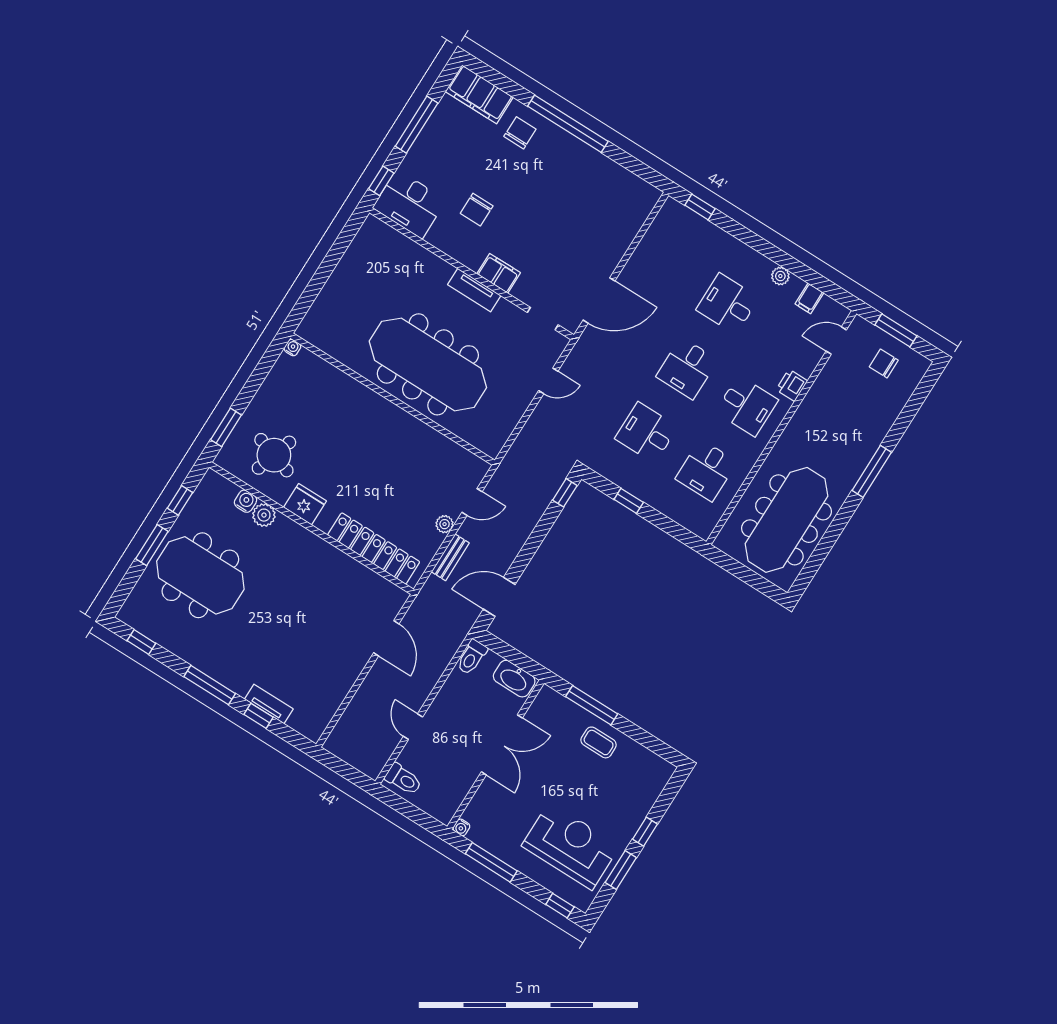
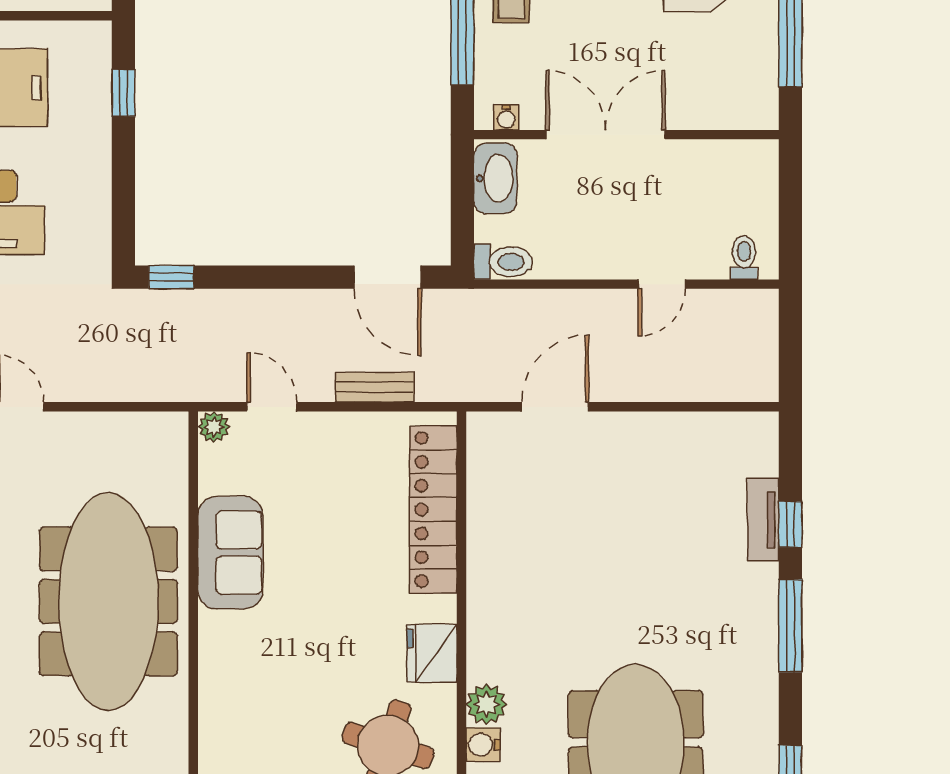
sofa: (414, 438) -> (230, 553), added
window: (629, 501) -> (123, 93), moved
plant: (445, 524) -> (214, 427), moved
toilet: (403, 779) -> (744, 258), width x0.73, depth x0.72
water cooler: (461, 827) -> (506, 117), moved, turned 90

